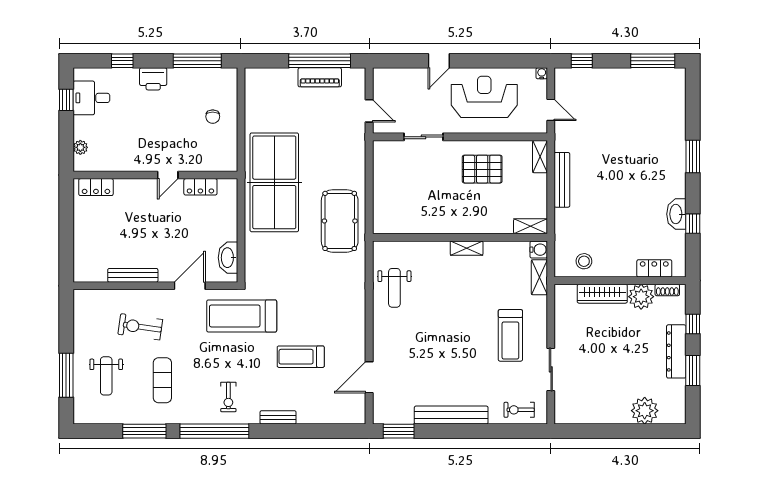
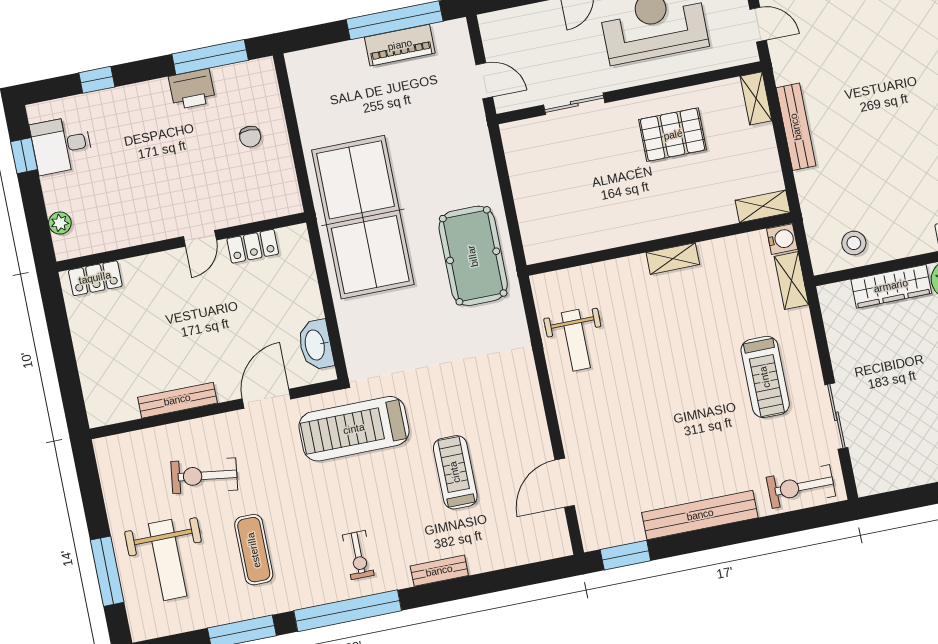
printer: (153, 79) -> (192, 89), moved
treadmill: (301, 357) -> (455, 472), turned 90
weight bench: (106, 376) -> (168, 560), width x1.36, depth x1.33
exercise bike: (519, 410) -> (801, 487), width x1.38, depth x1.39

